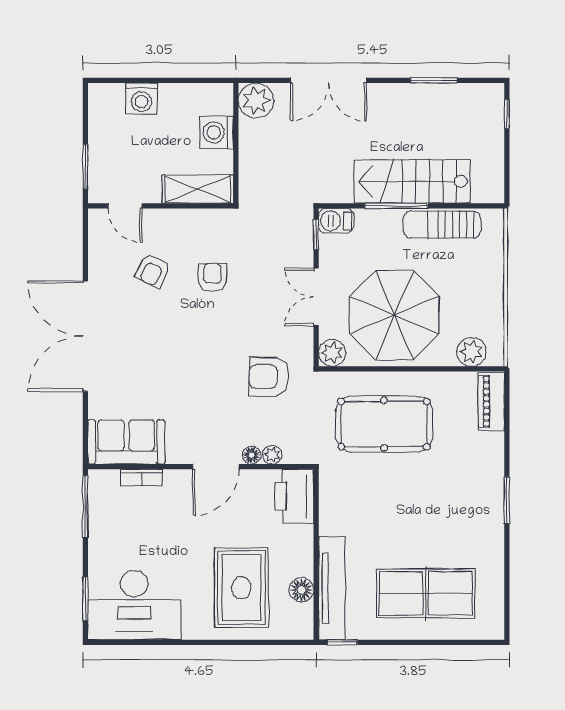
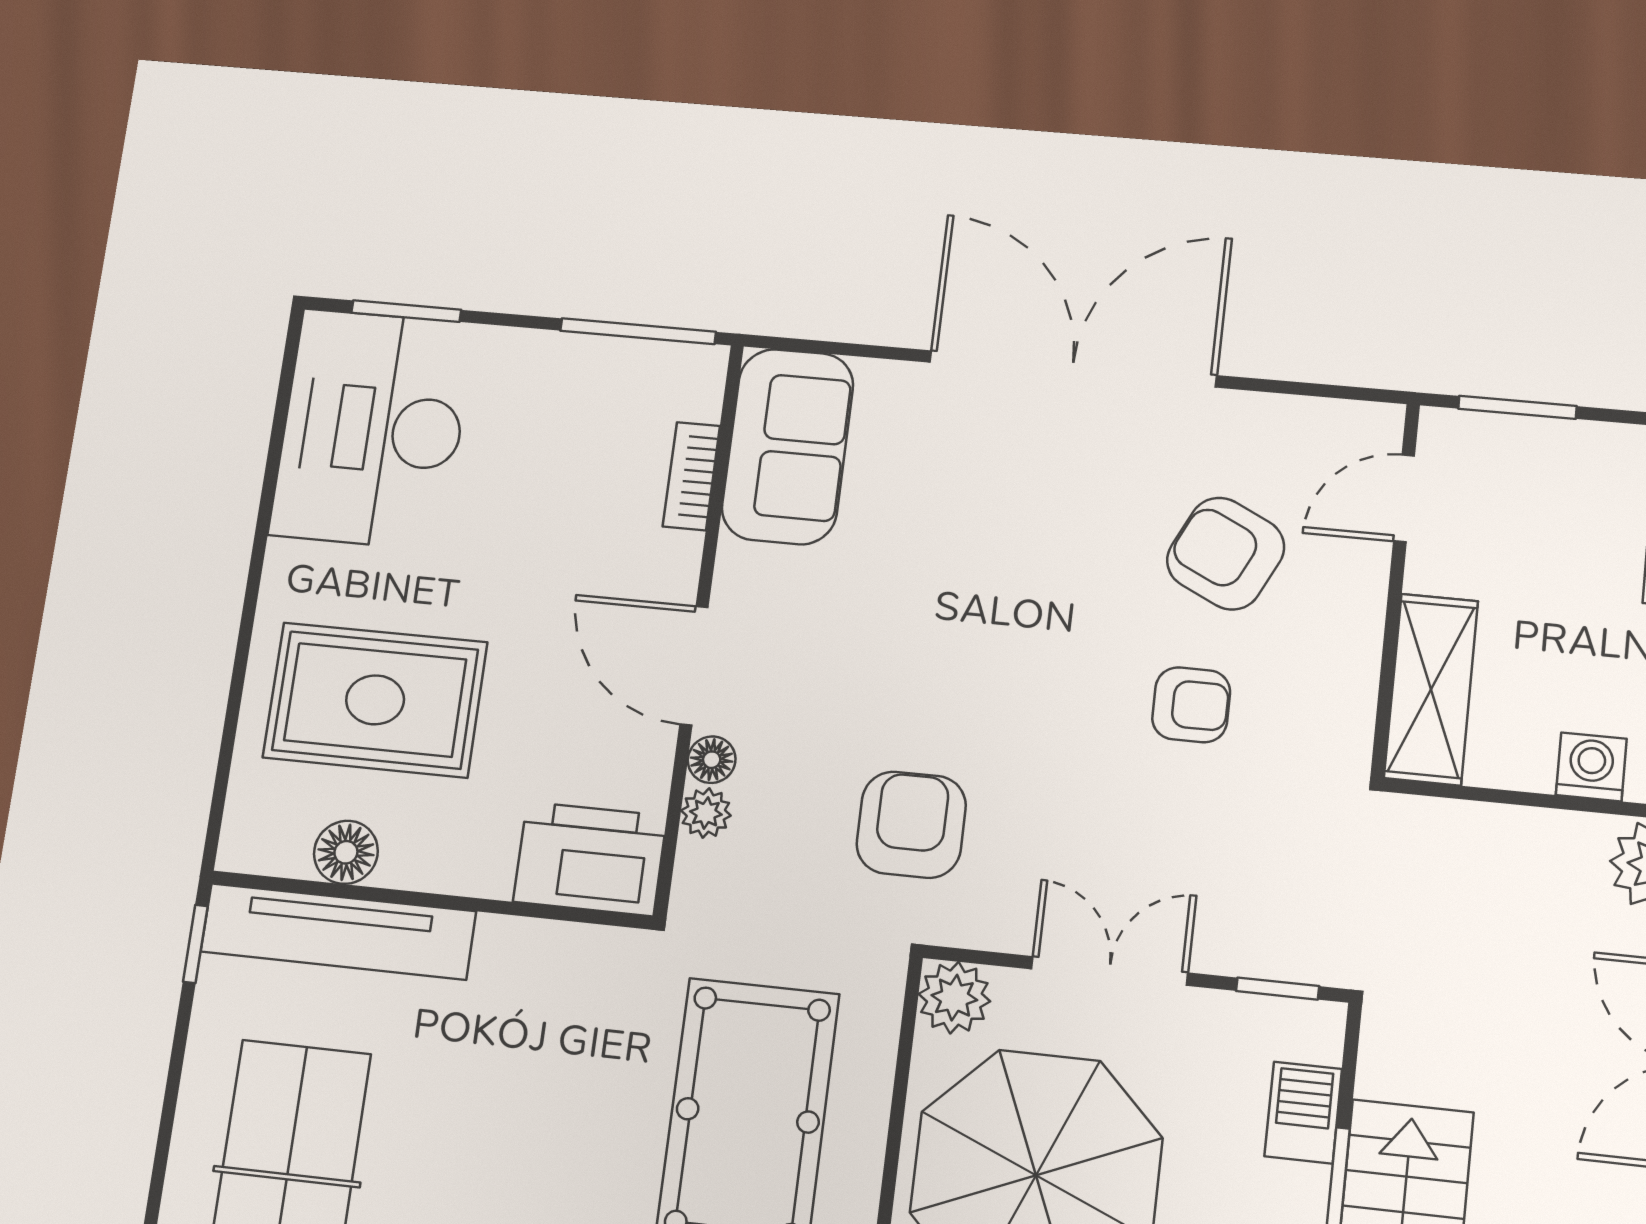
washing machine: (217, 132) -> (1591, 767), width x0.73, depth x0.73
barbecue: (336, 221) -> (1303, 1113), moved
armchair: (153, 270) -> (1226, 554), width x1.38, depth x1.38

